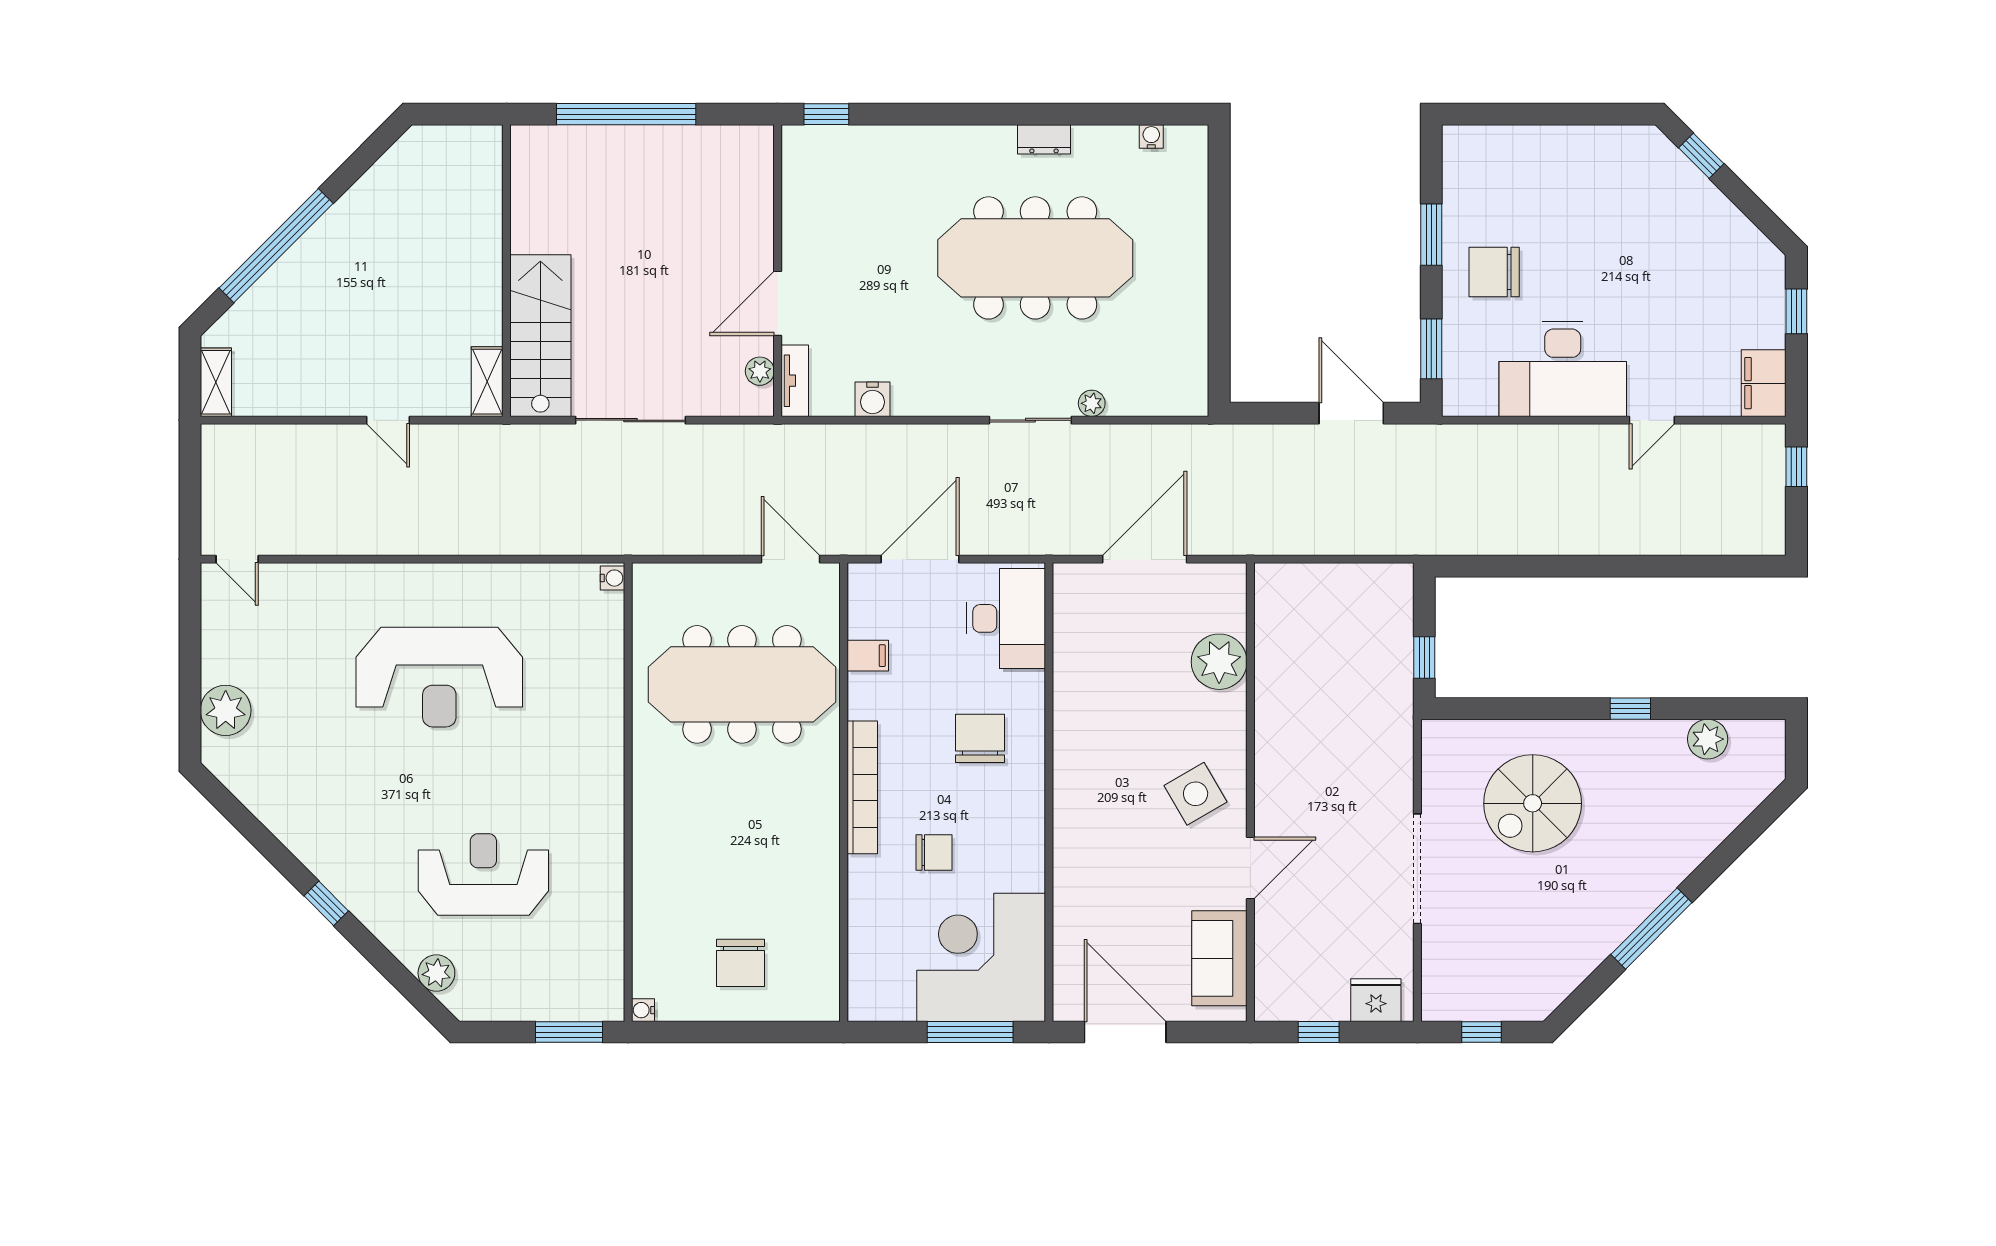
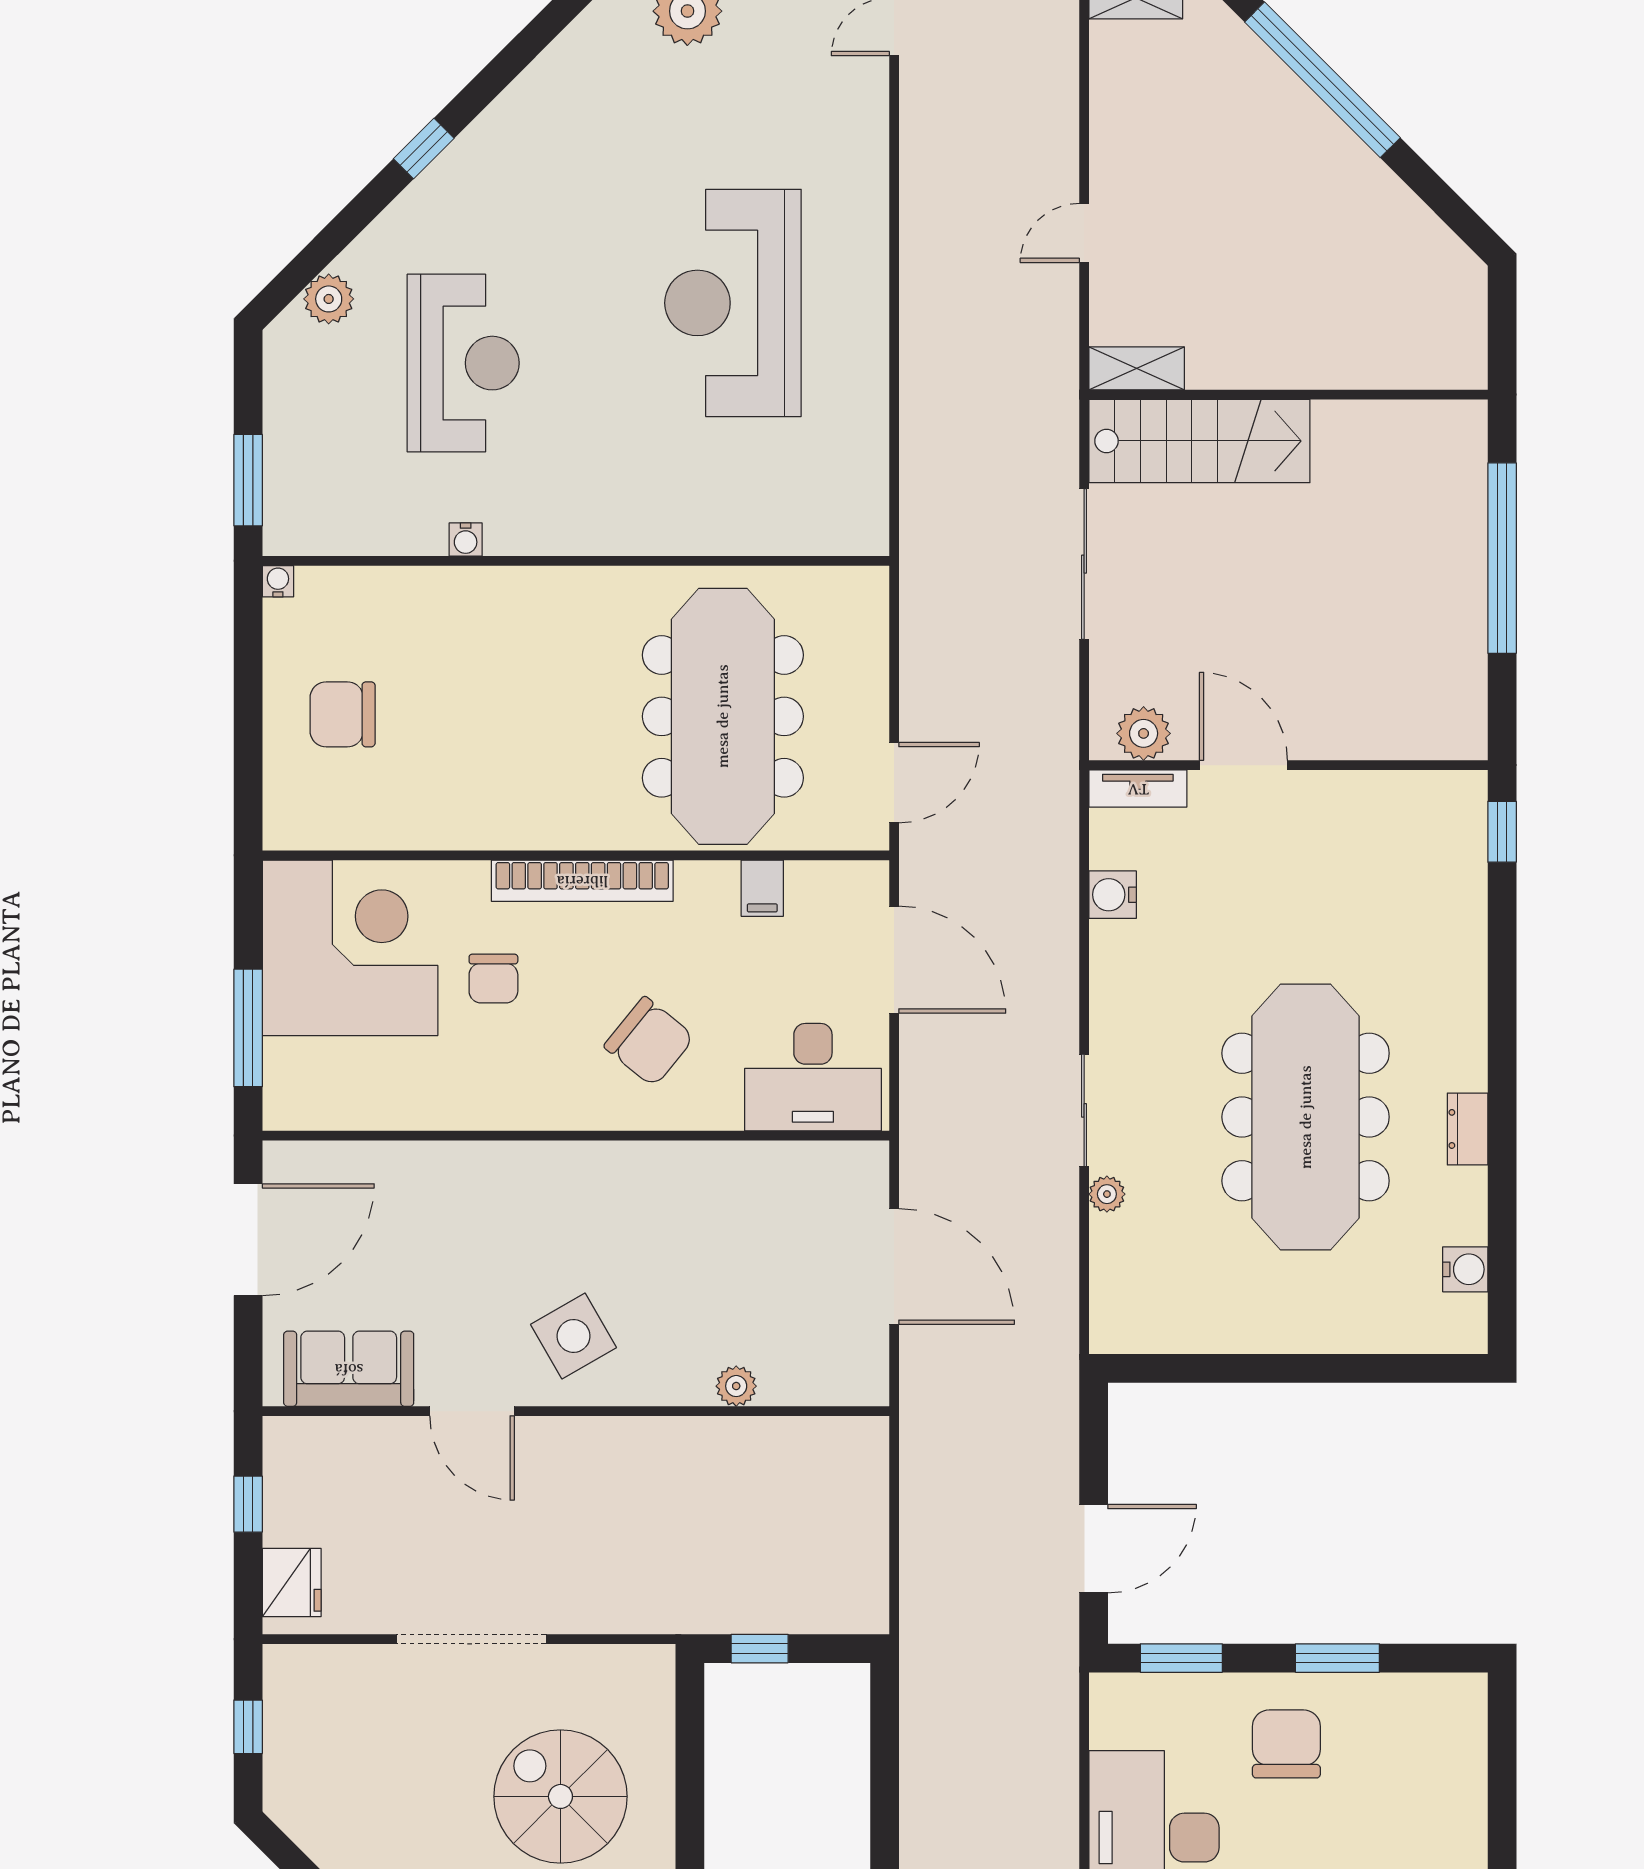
water cooler: (1151, 136) -> (1465, 1269), width x1.38, depth x1.38
plant: (760, 371) -> (1144, 733), width x1.38, depth x1.38
water cooler: (612, 578) -> (466, 539), moved
plant: (1219, 662) -> (736, 1386), width x0.53, depth x0.53
chair: (980, 738) -> (649, 1042), turned 39
corner desk: (981, 957) -> (350, 948), moved

